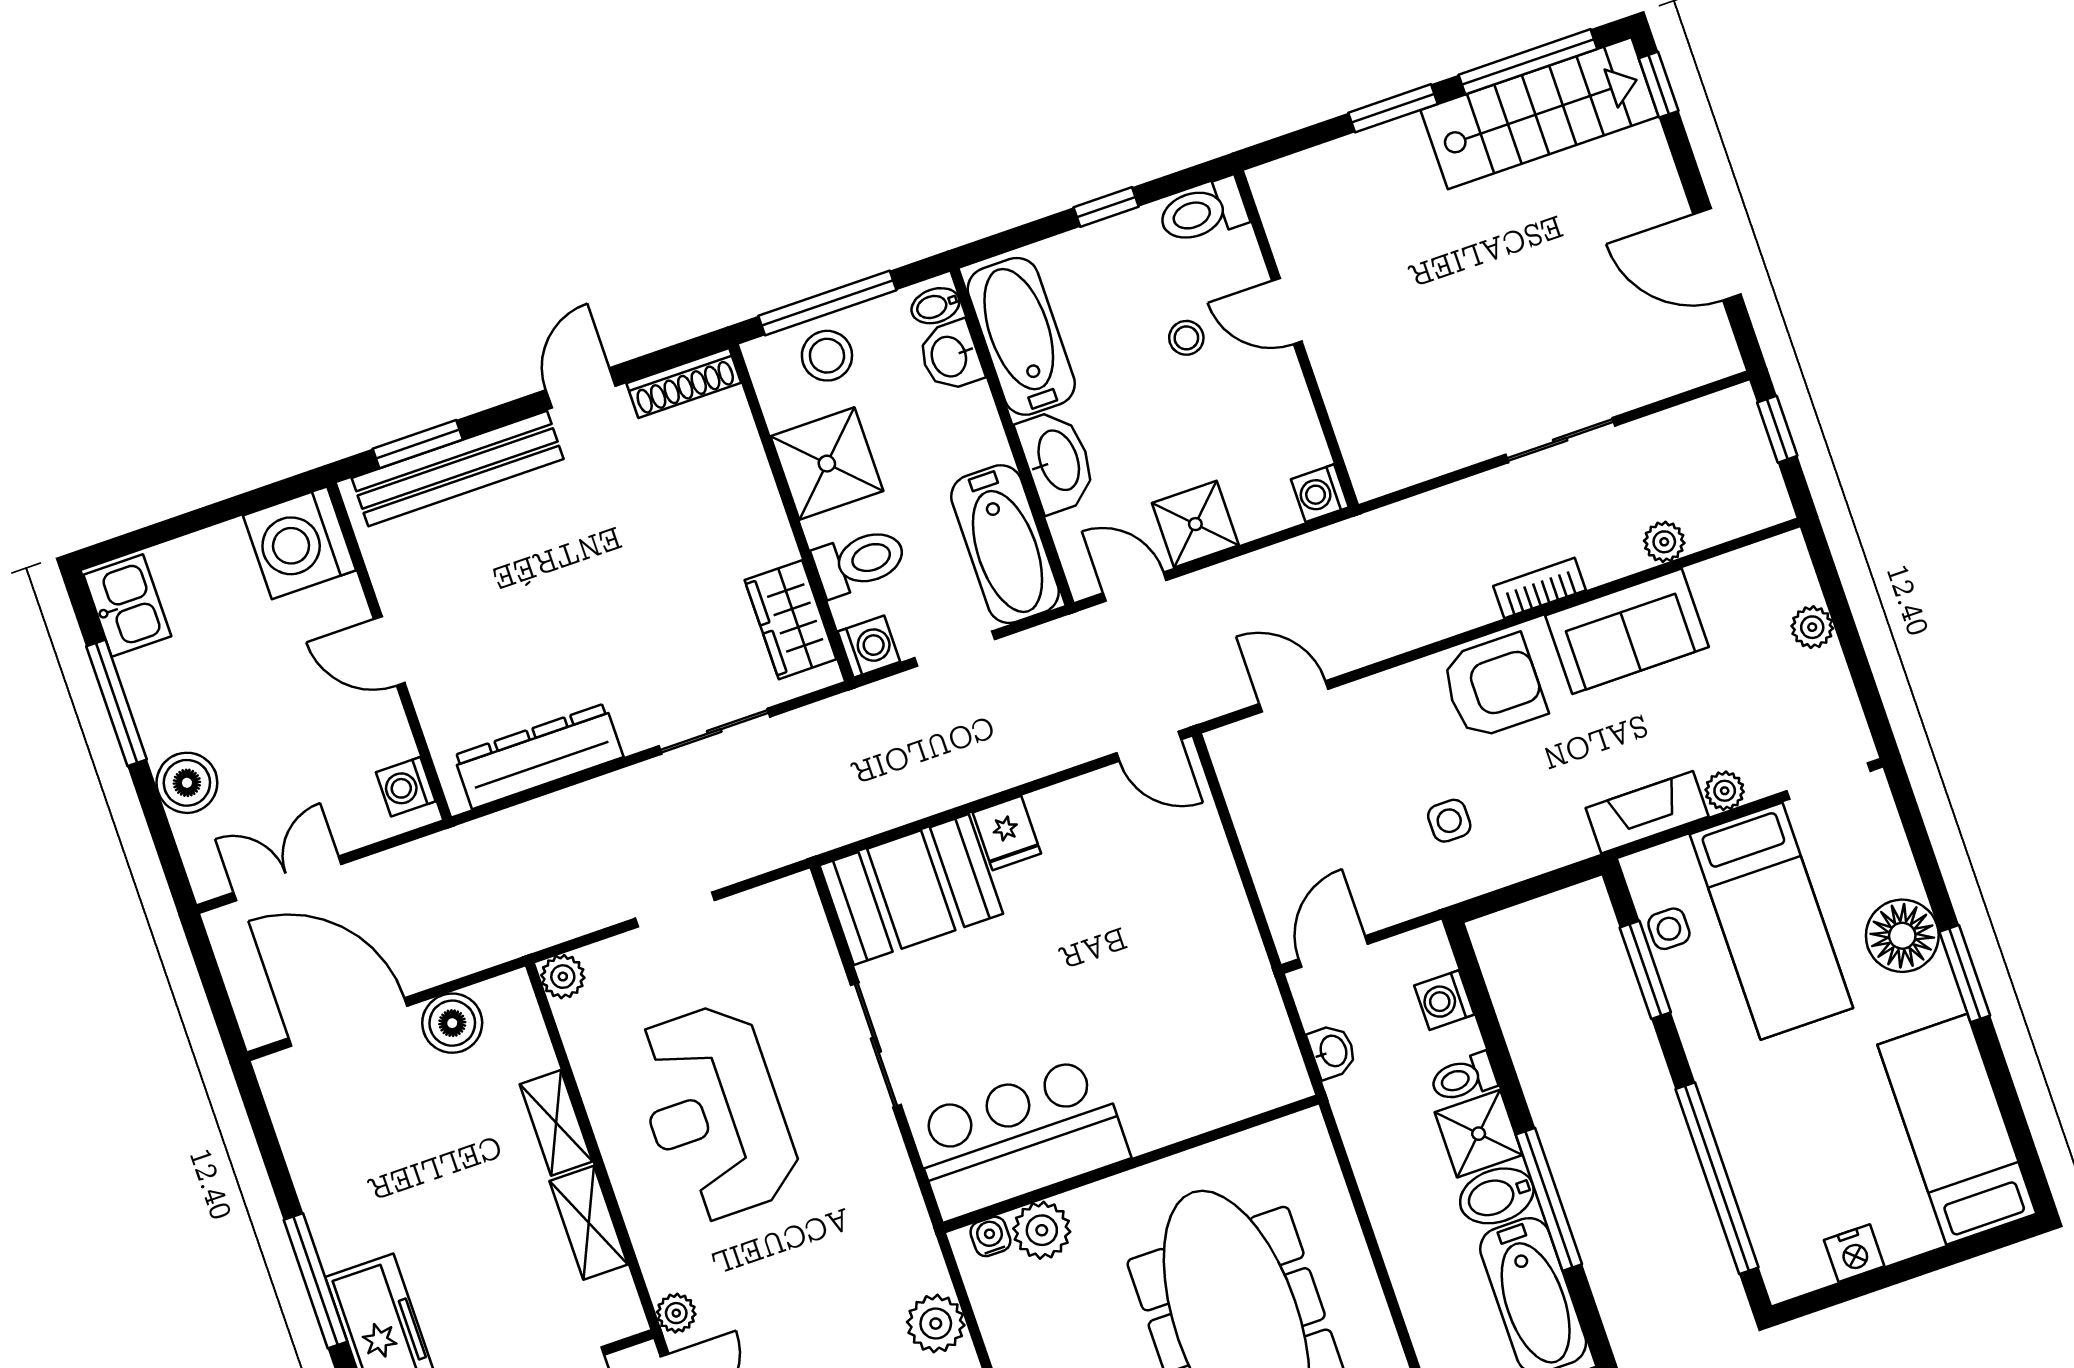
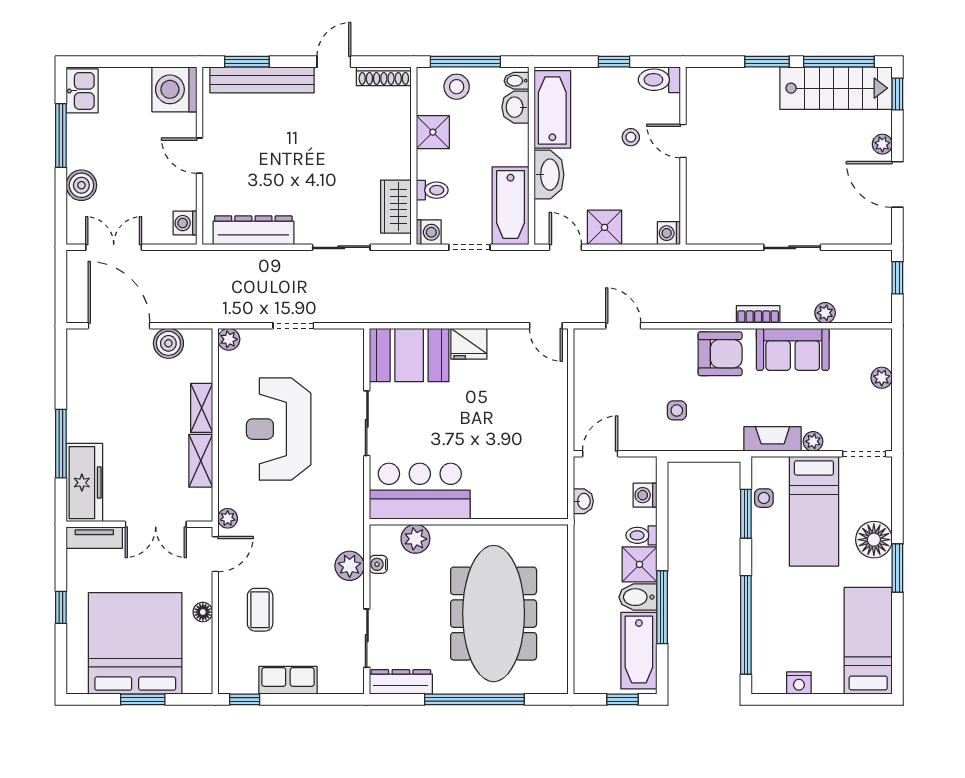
plant: (1663, 189) -> (882, 144), added
shower: (827, 464) -> (433, 132), width x0.73, depth x0.73
toilet: (860, 562) -> (432, 190), width x0.73, depth x0.72
fridge: (1007, 833) -> (469, 344), width x1.38
water cooler: (990, 1236) -> (378, 564), moved, turned -90

